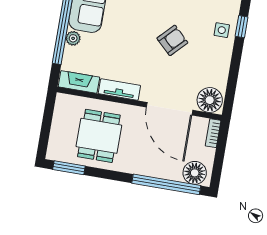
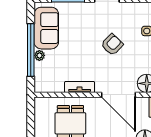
fireplace: (79, 82) -> (49, 87), removed

